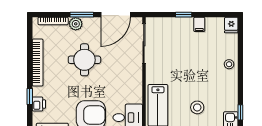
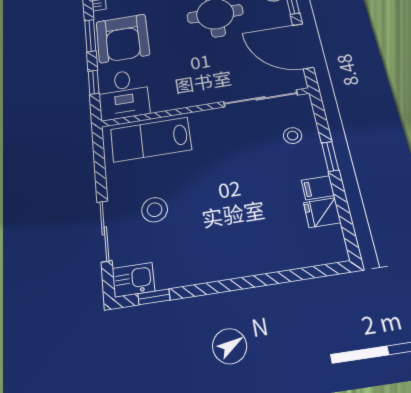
fridge: (231, 25) -> (322, 213), moved
stool: (229, 64) -> (293, 136), moved

